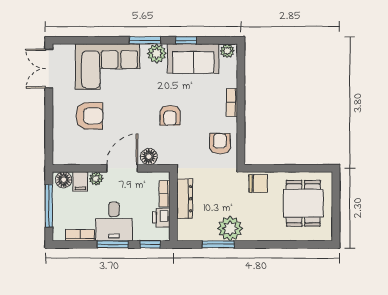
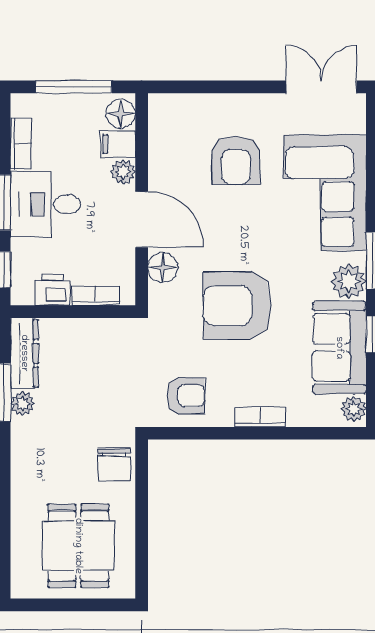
armchair: (170, 115) -> (237, 306), width x1.88, depth x1.88
dresser: (185, 199) -> (24, 353), moved, turned -90
dining table: (303, 203) -> (78, 546), turned 90
plant: (230, 228) -> (22, 403), width x0.53, depth x0.53

